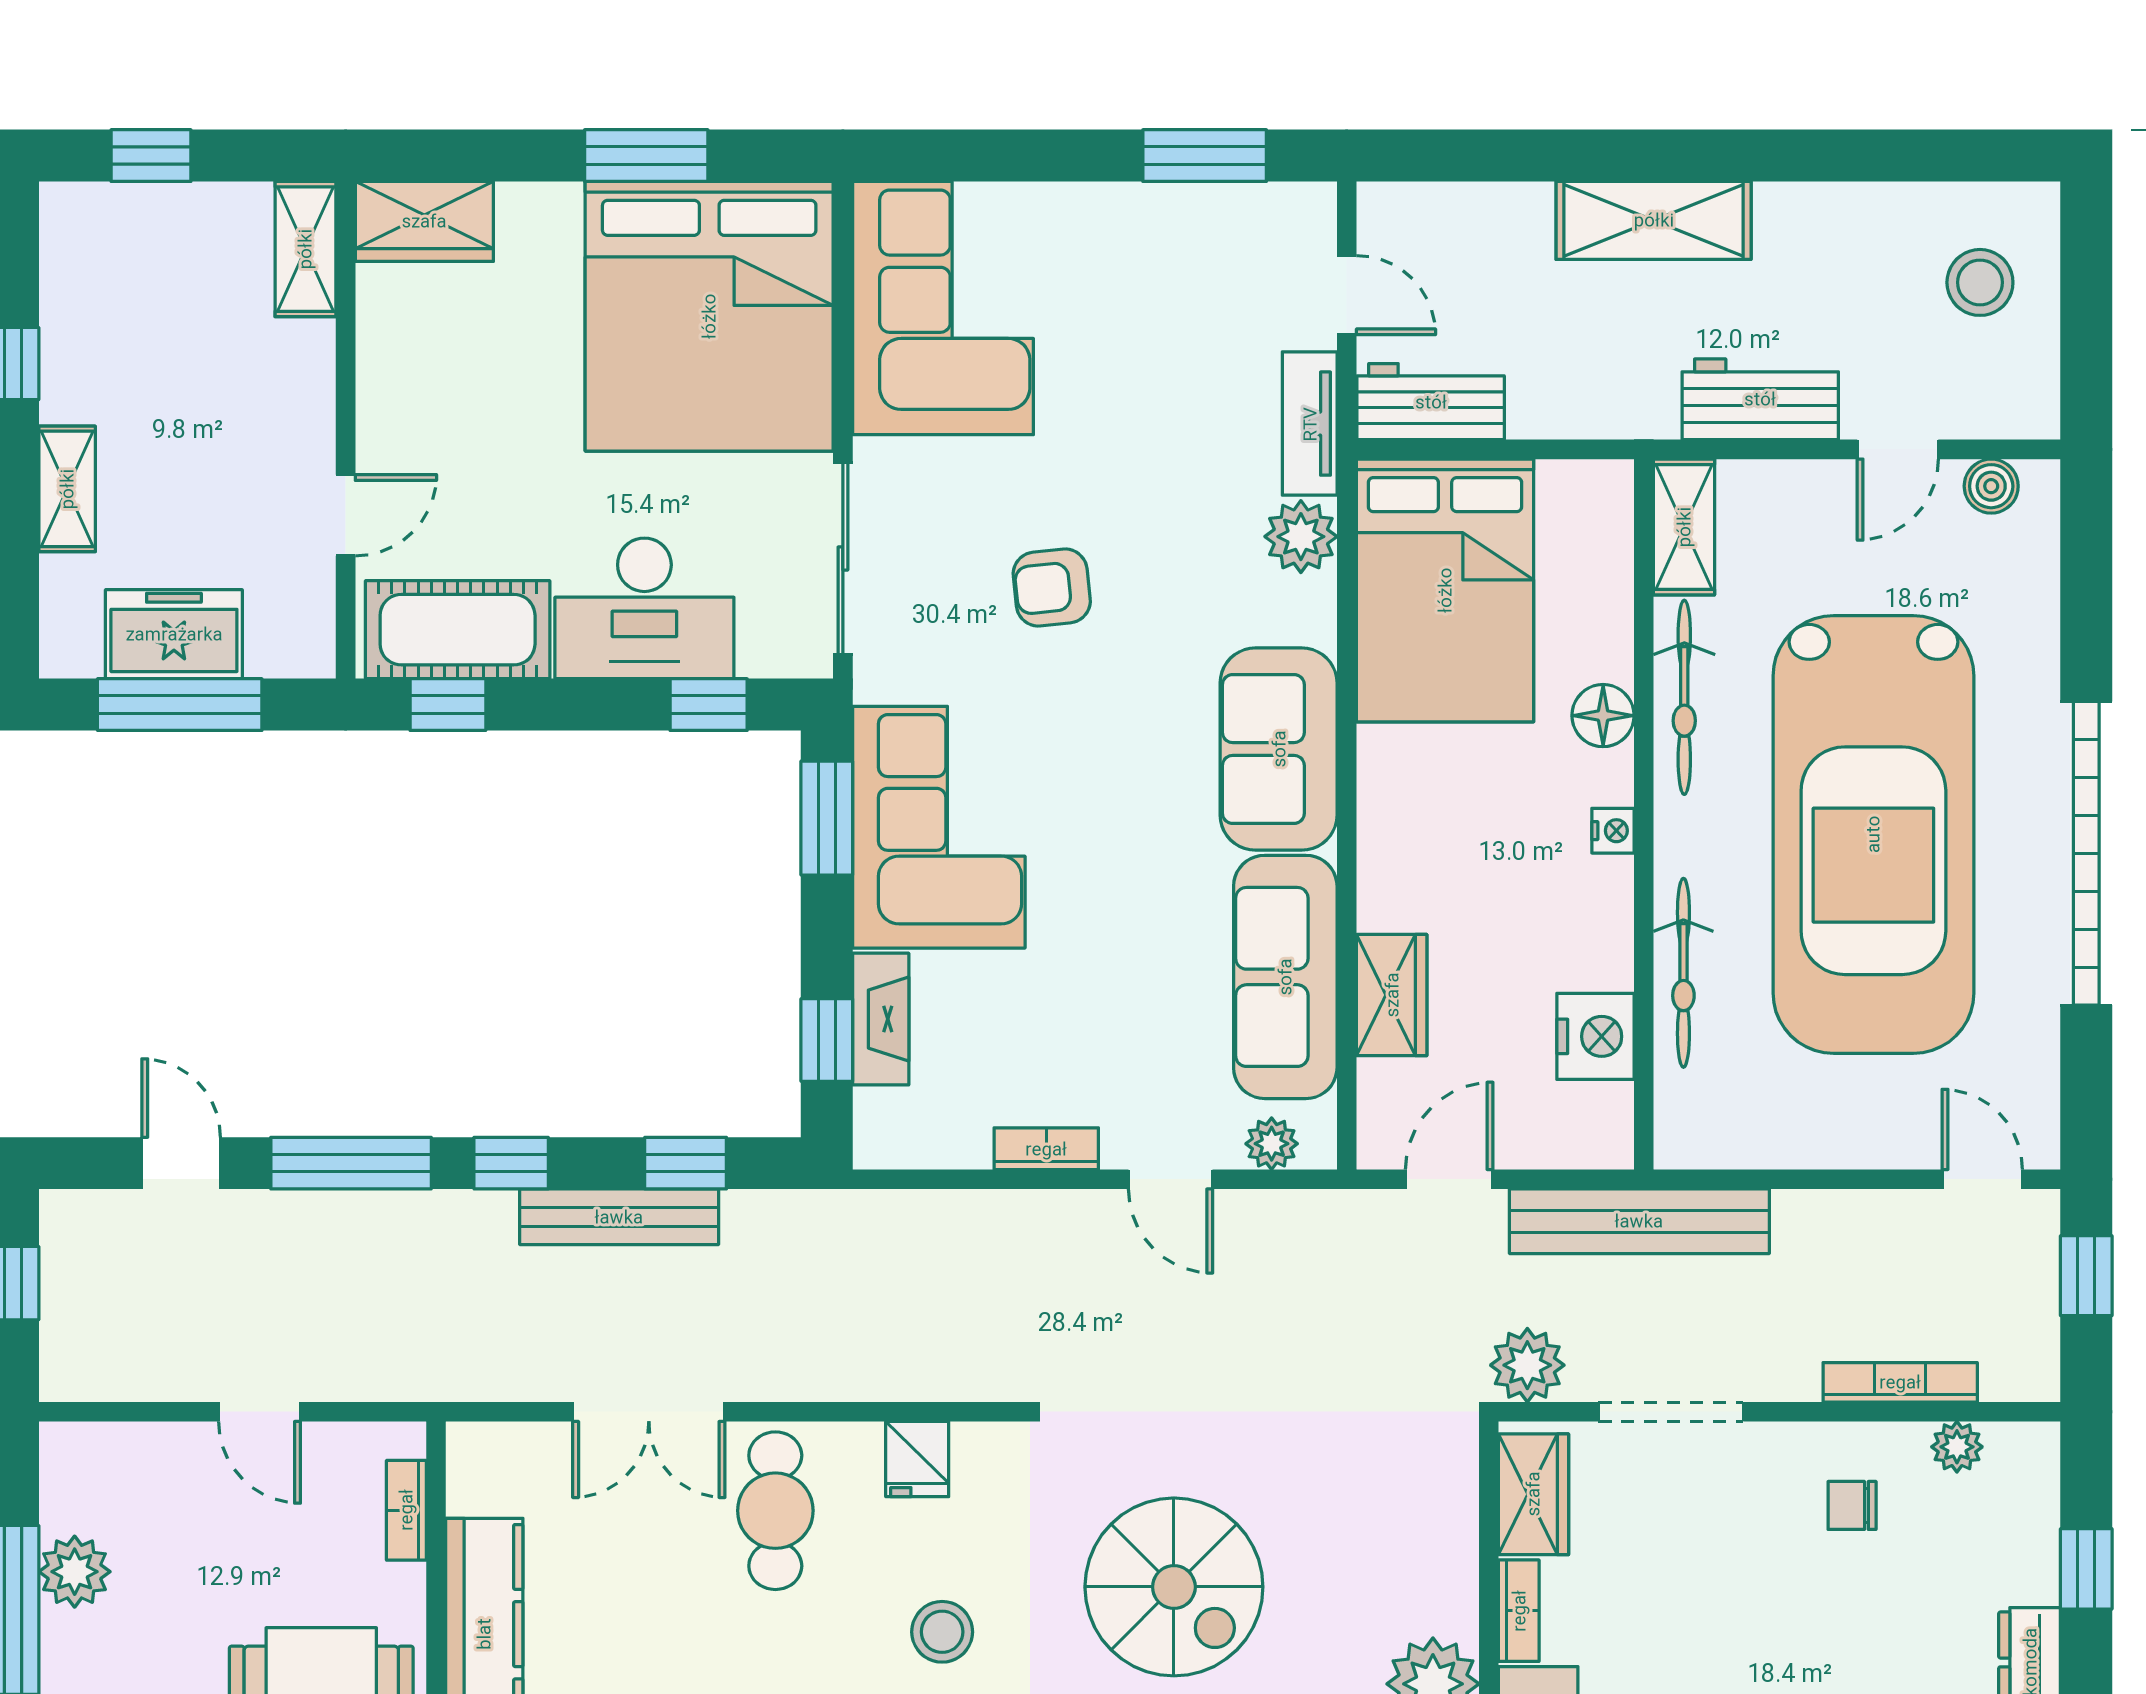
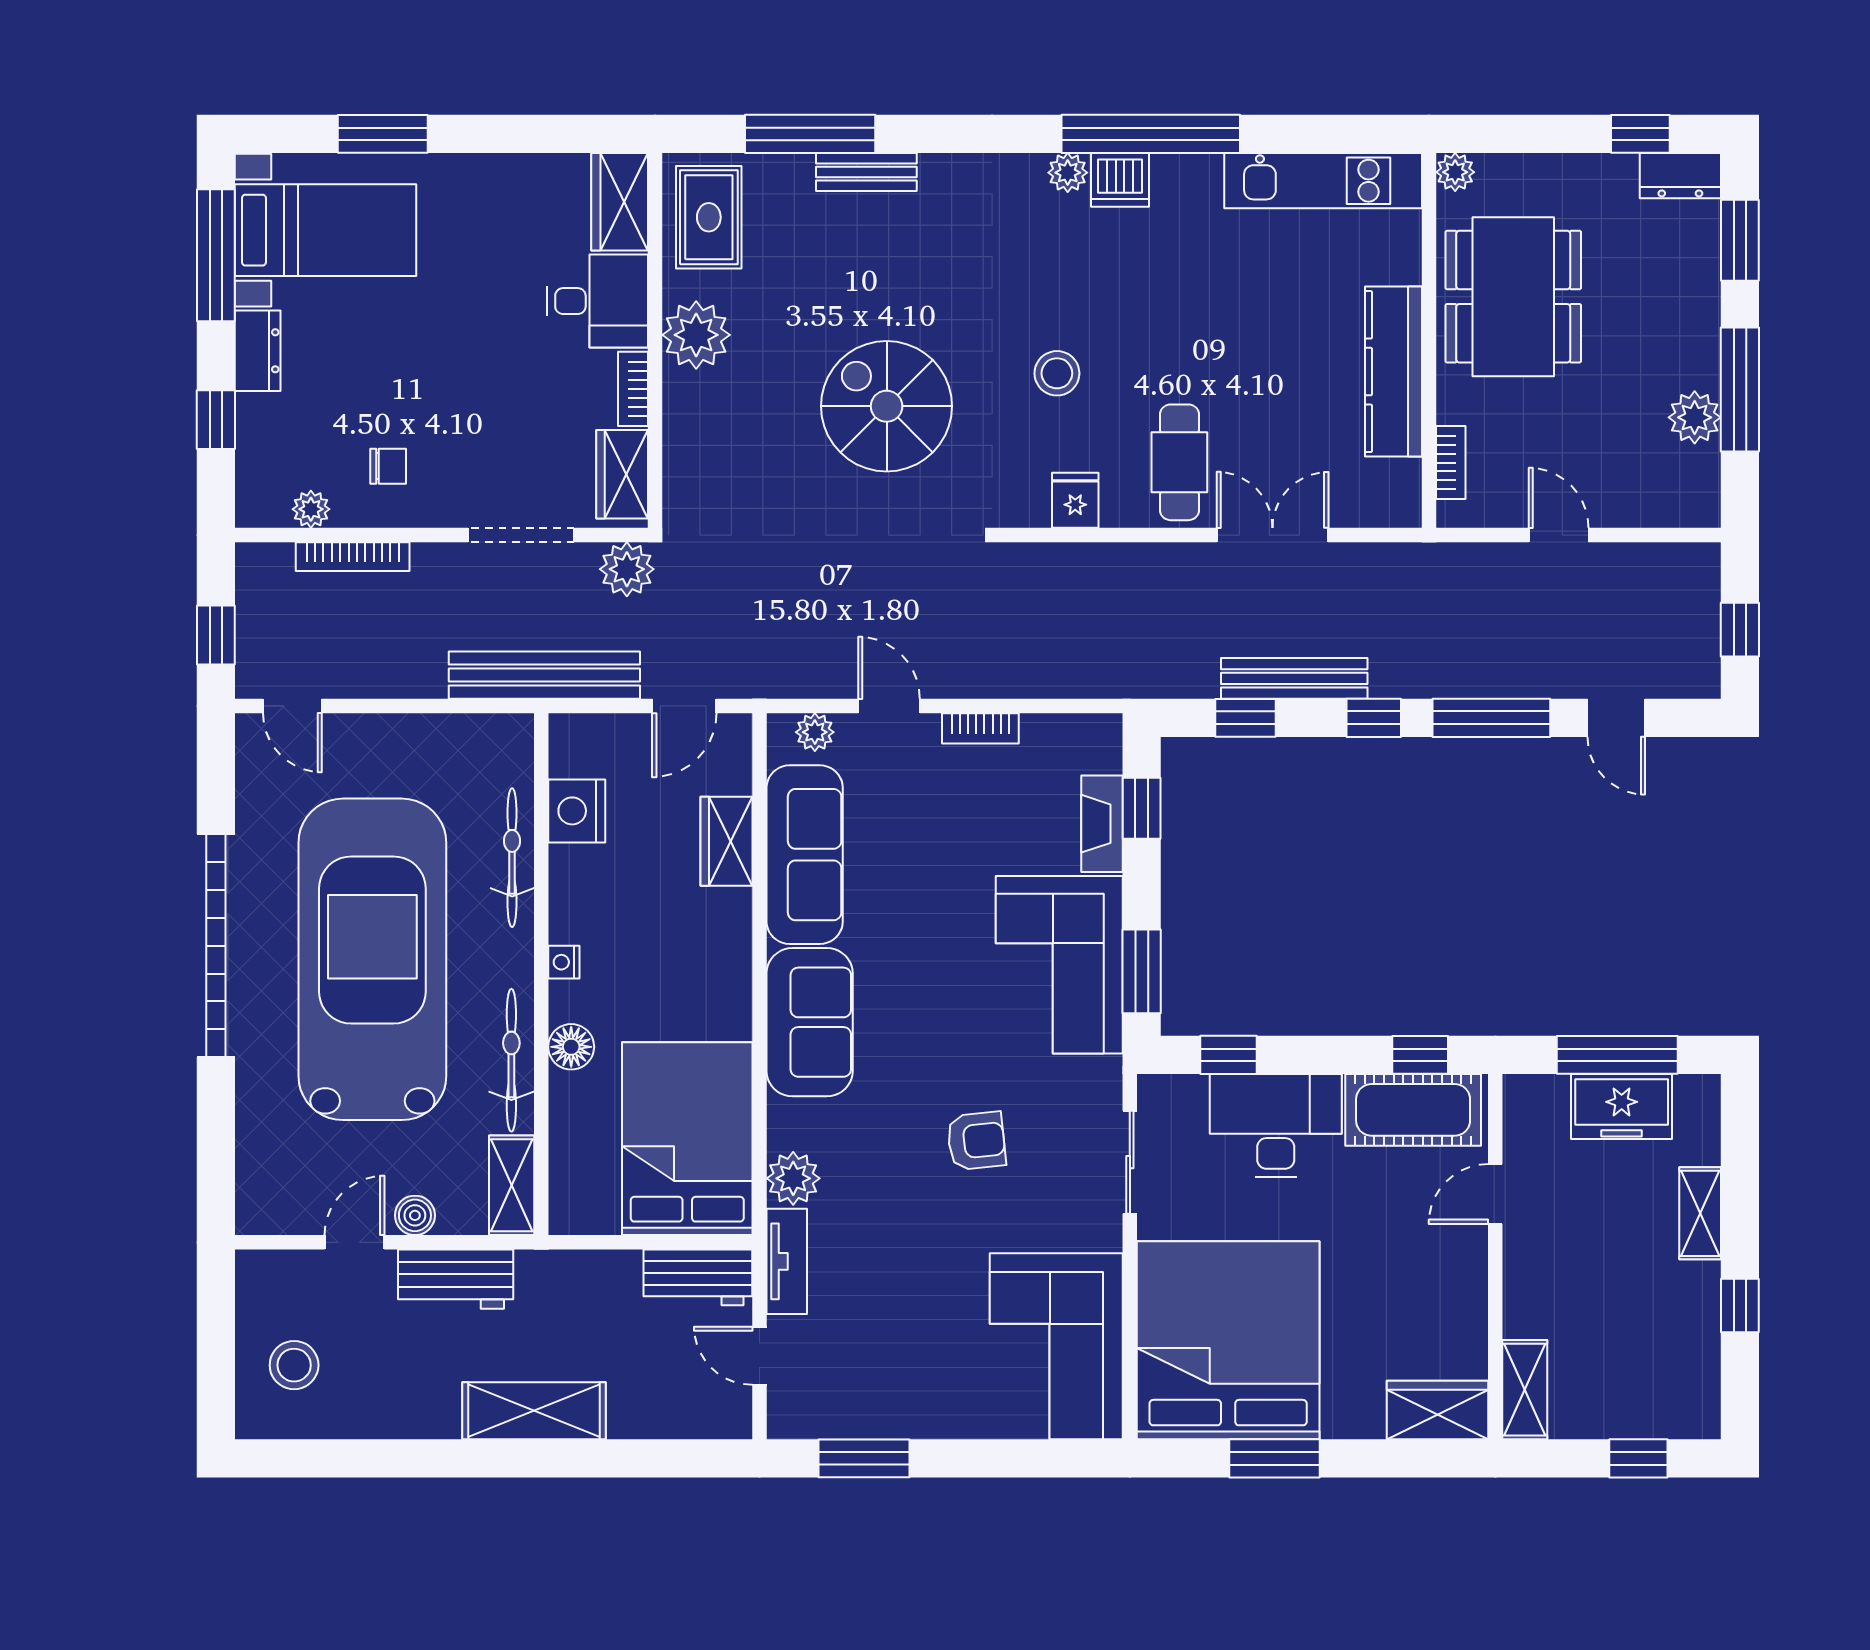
boiler: (1991, 486) -> (415, 1215), moved
sliding door: (843, 559) -> (1130, 1162), width x0.73

